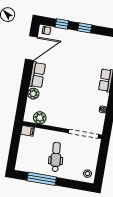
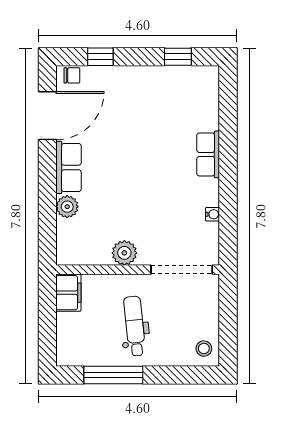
window: (85, 28) -> (178, 57), moved
plant: (40, 118) -> (124, 253), moved
filing cabinet: (28, 131) -> (68, 293), width x2.00

